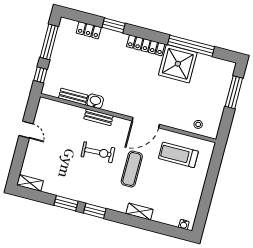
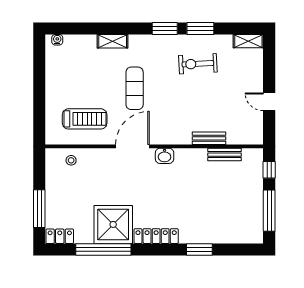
locker: (89, 30) -> (60, 236), moved
washbasin: (95, 101) -> (165, 156), moved
bench: (99, 117) -> (209, 138), moved
exercise bike: (98, 152) -> (198, 64), moved

